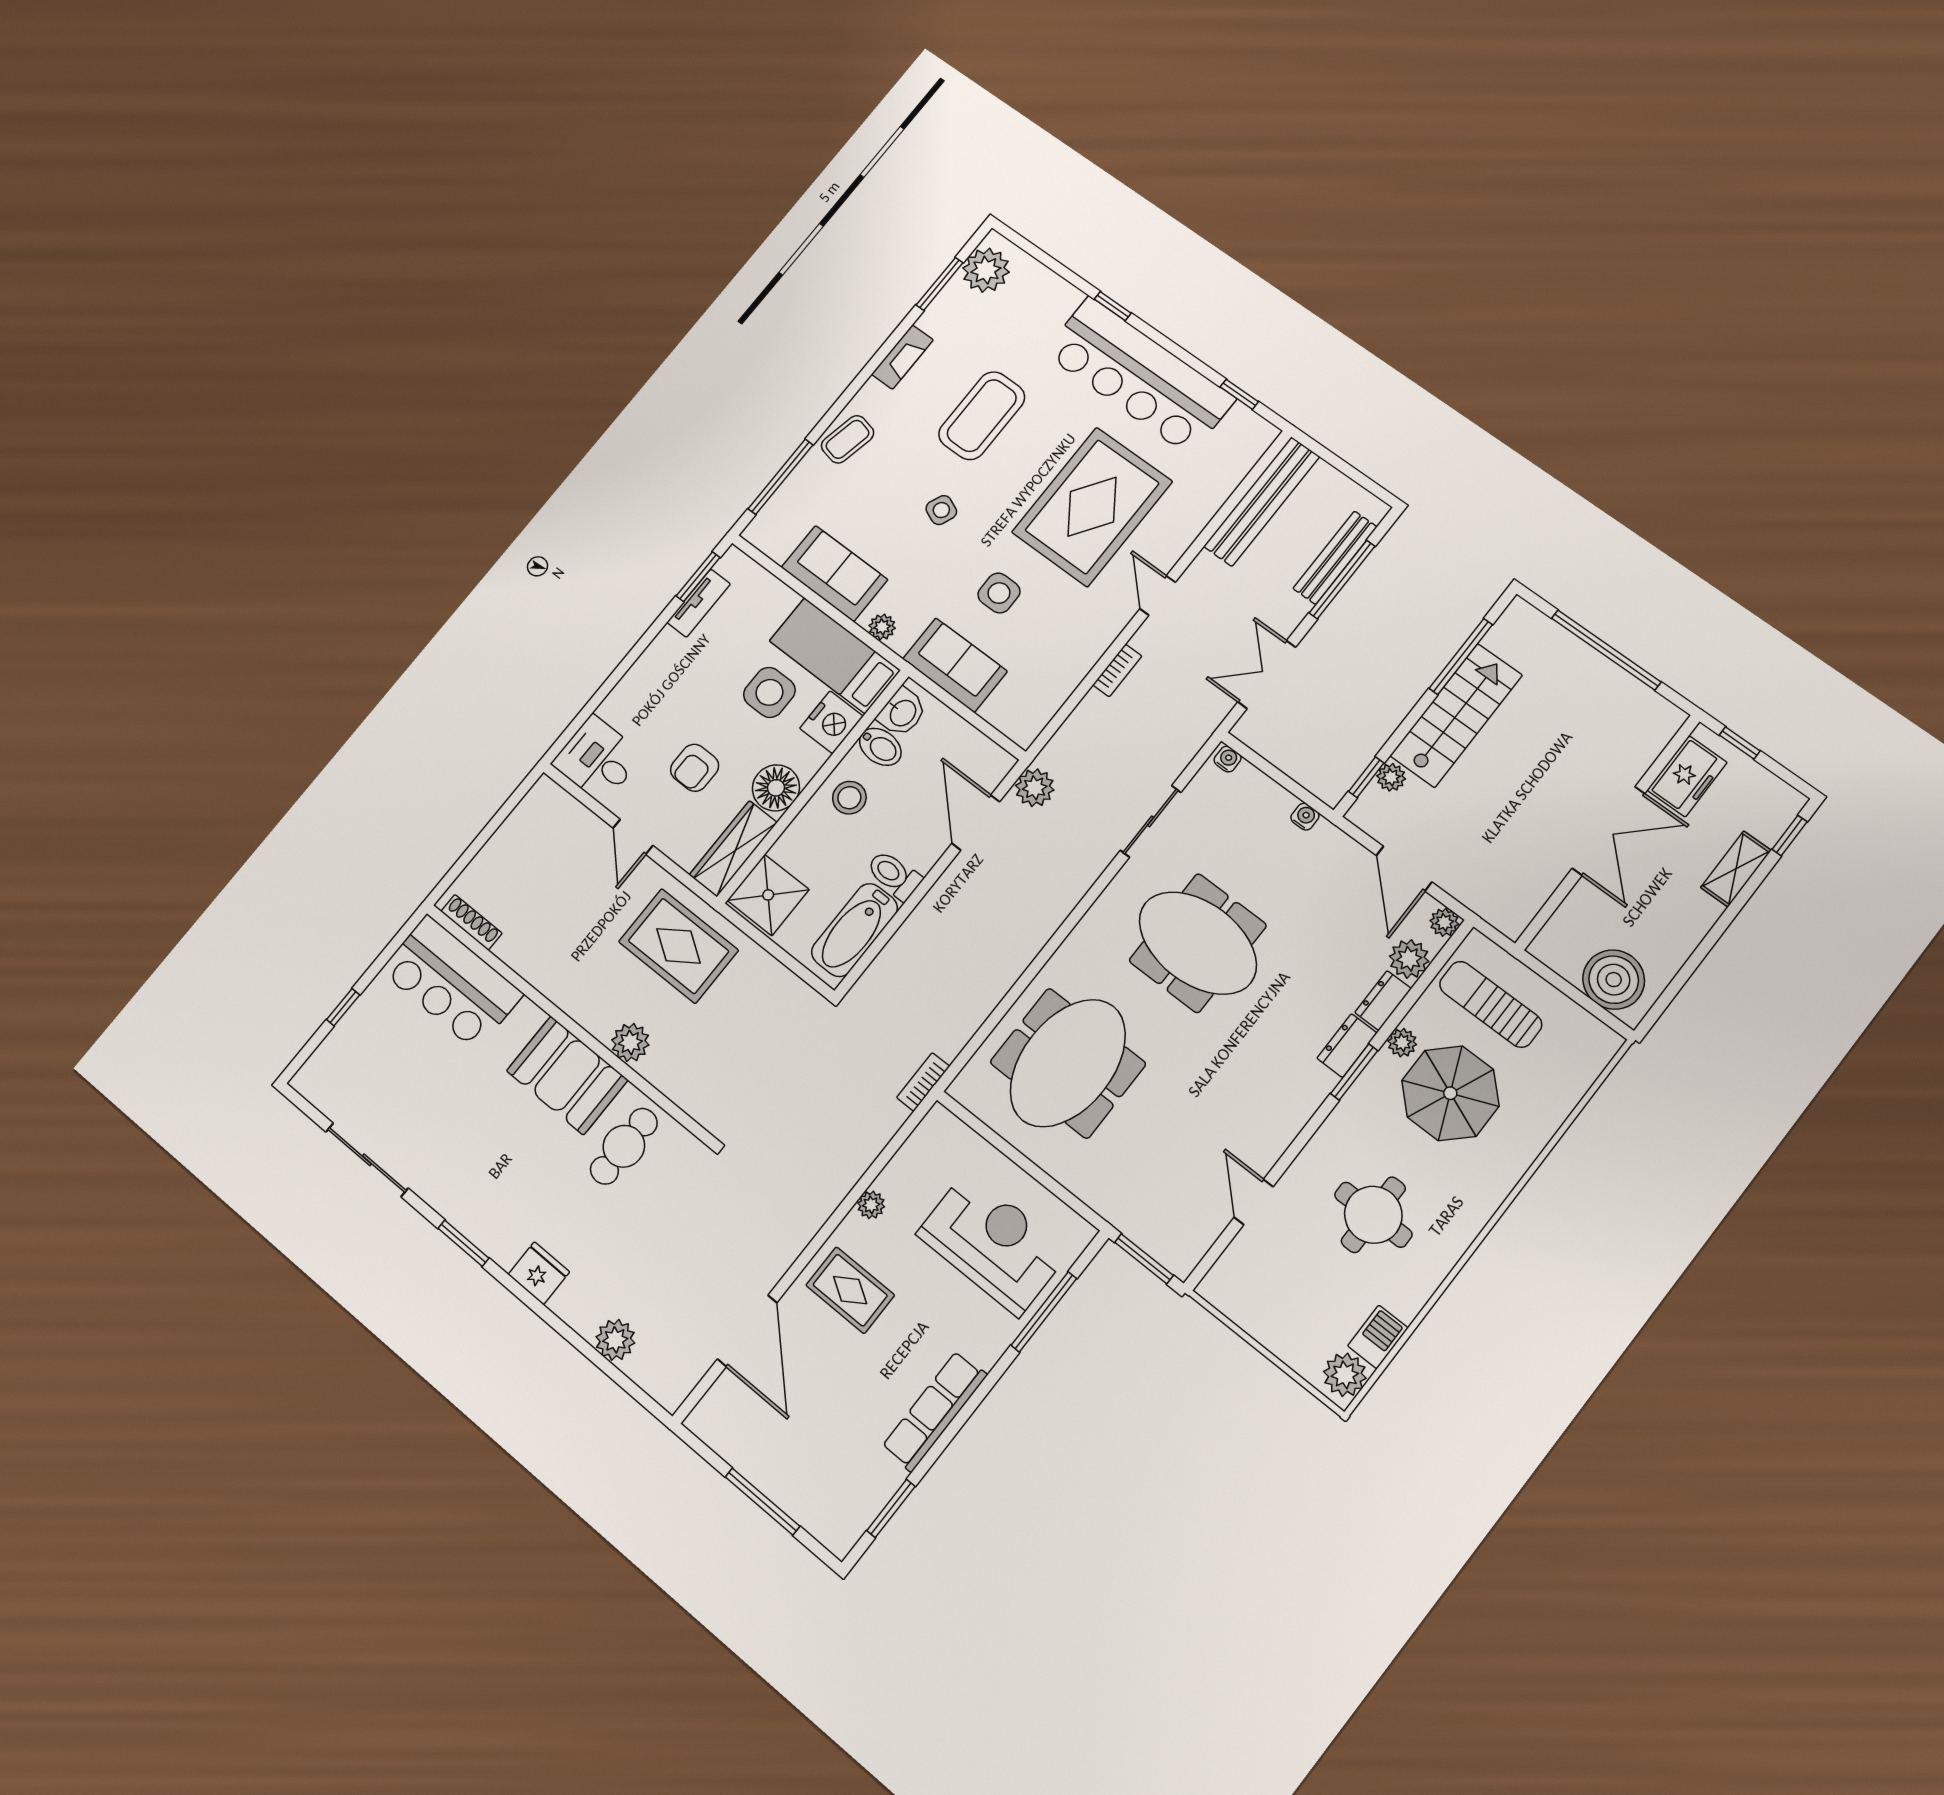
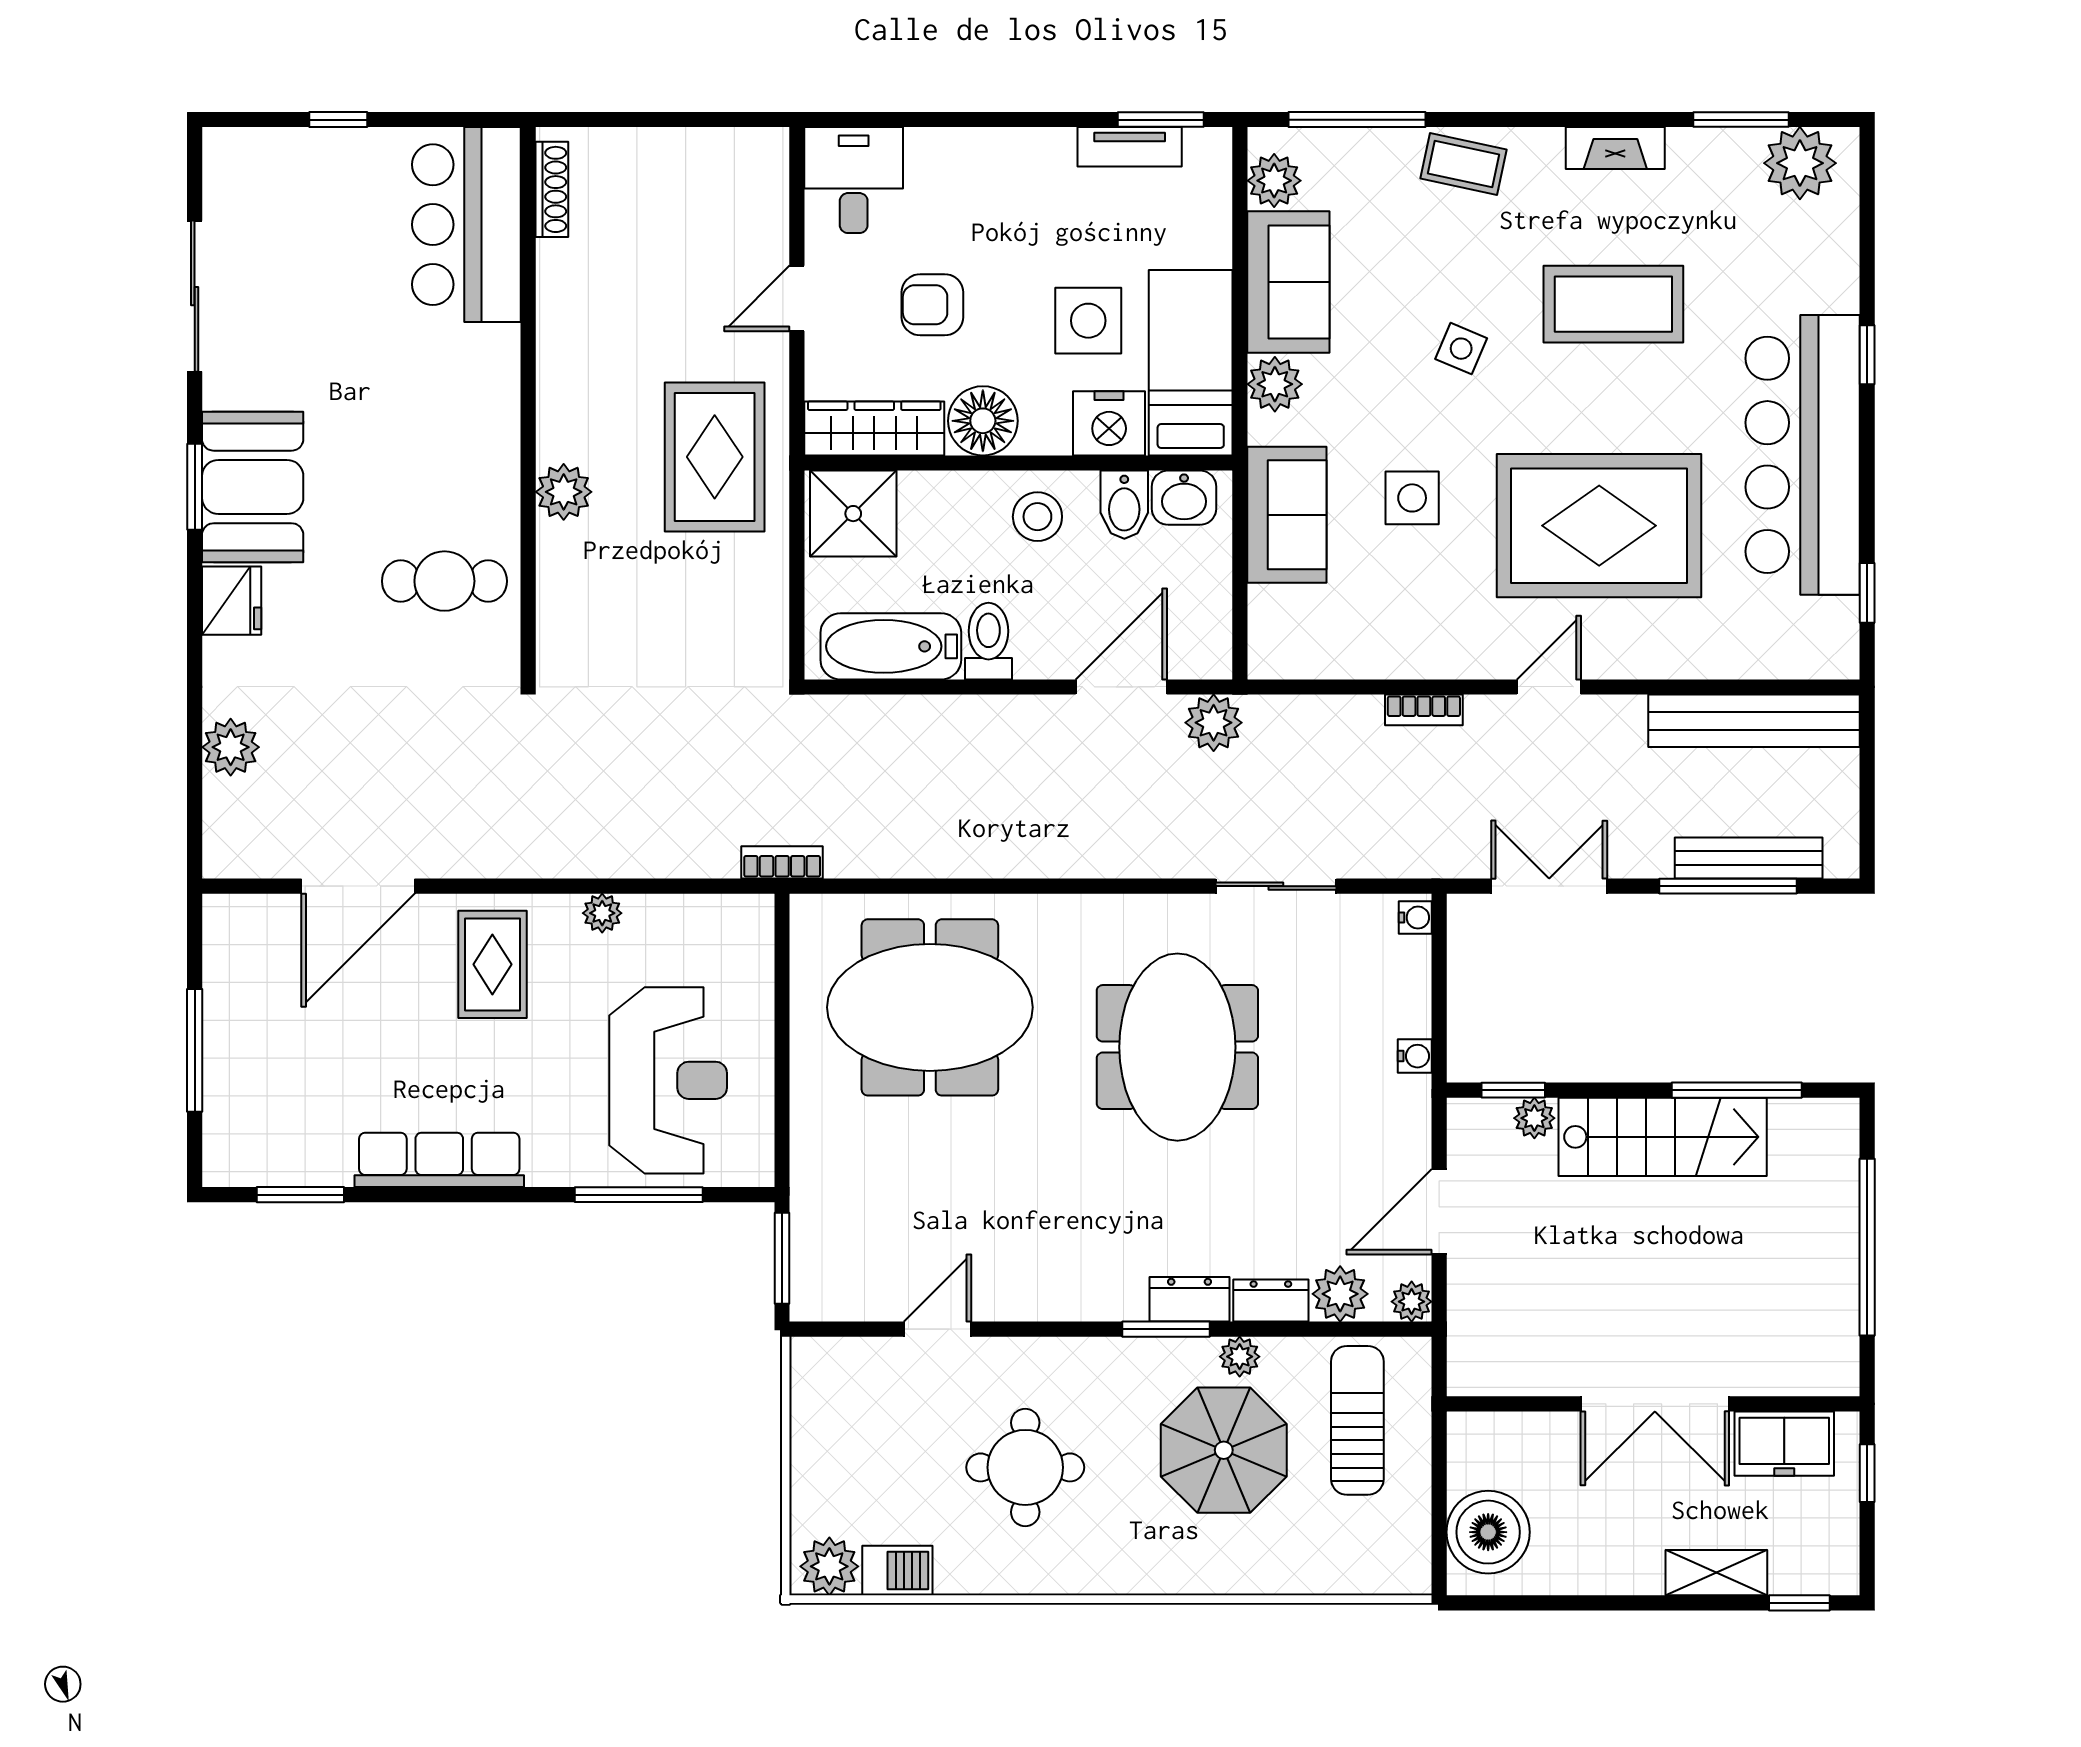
plant: (777, 542) -> (1274, 181), added
plant: (882, 627) -> (1275, 384), width x1.38, depth x1.38
booth: (567, 1075) -> (253, 487), moved

